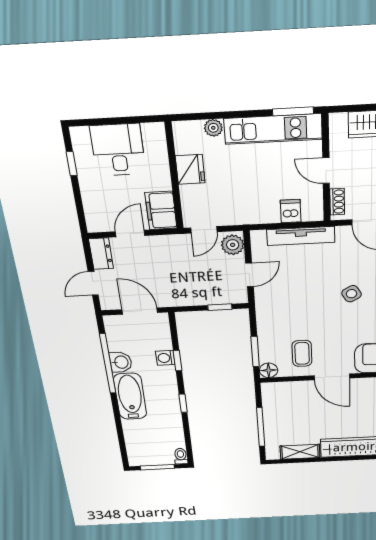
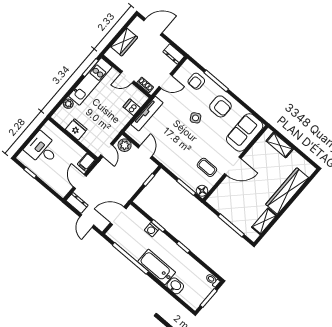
filing cabinet: (161, 211) -> (86, 162), width x0.50
washbasin: (121, 362) -> (175, 286), moved

